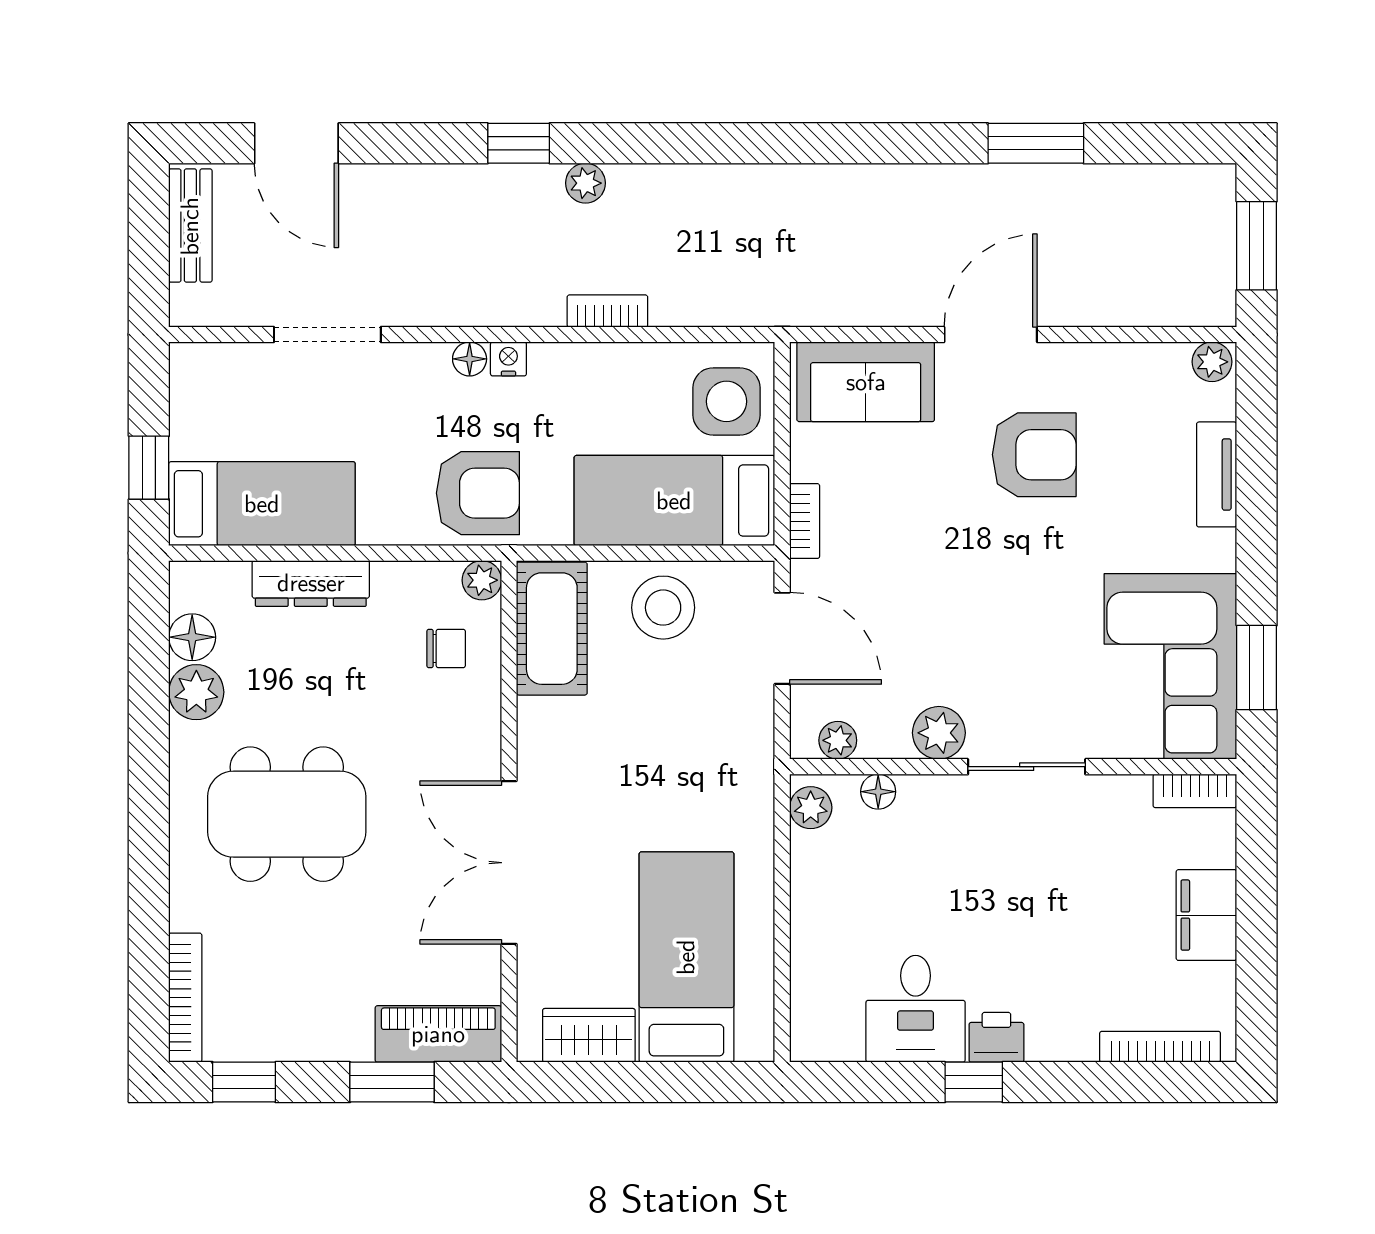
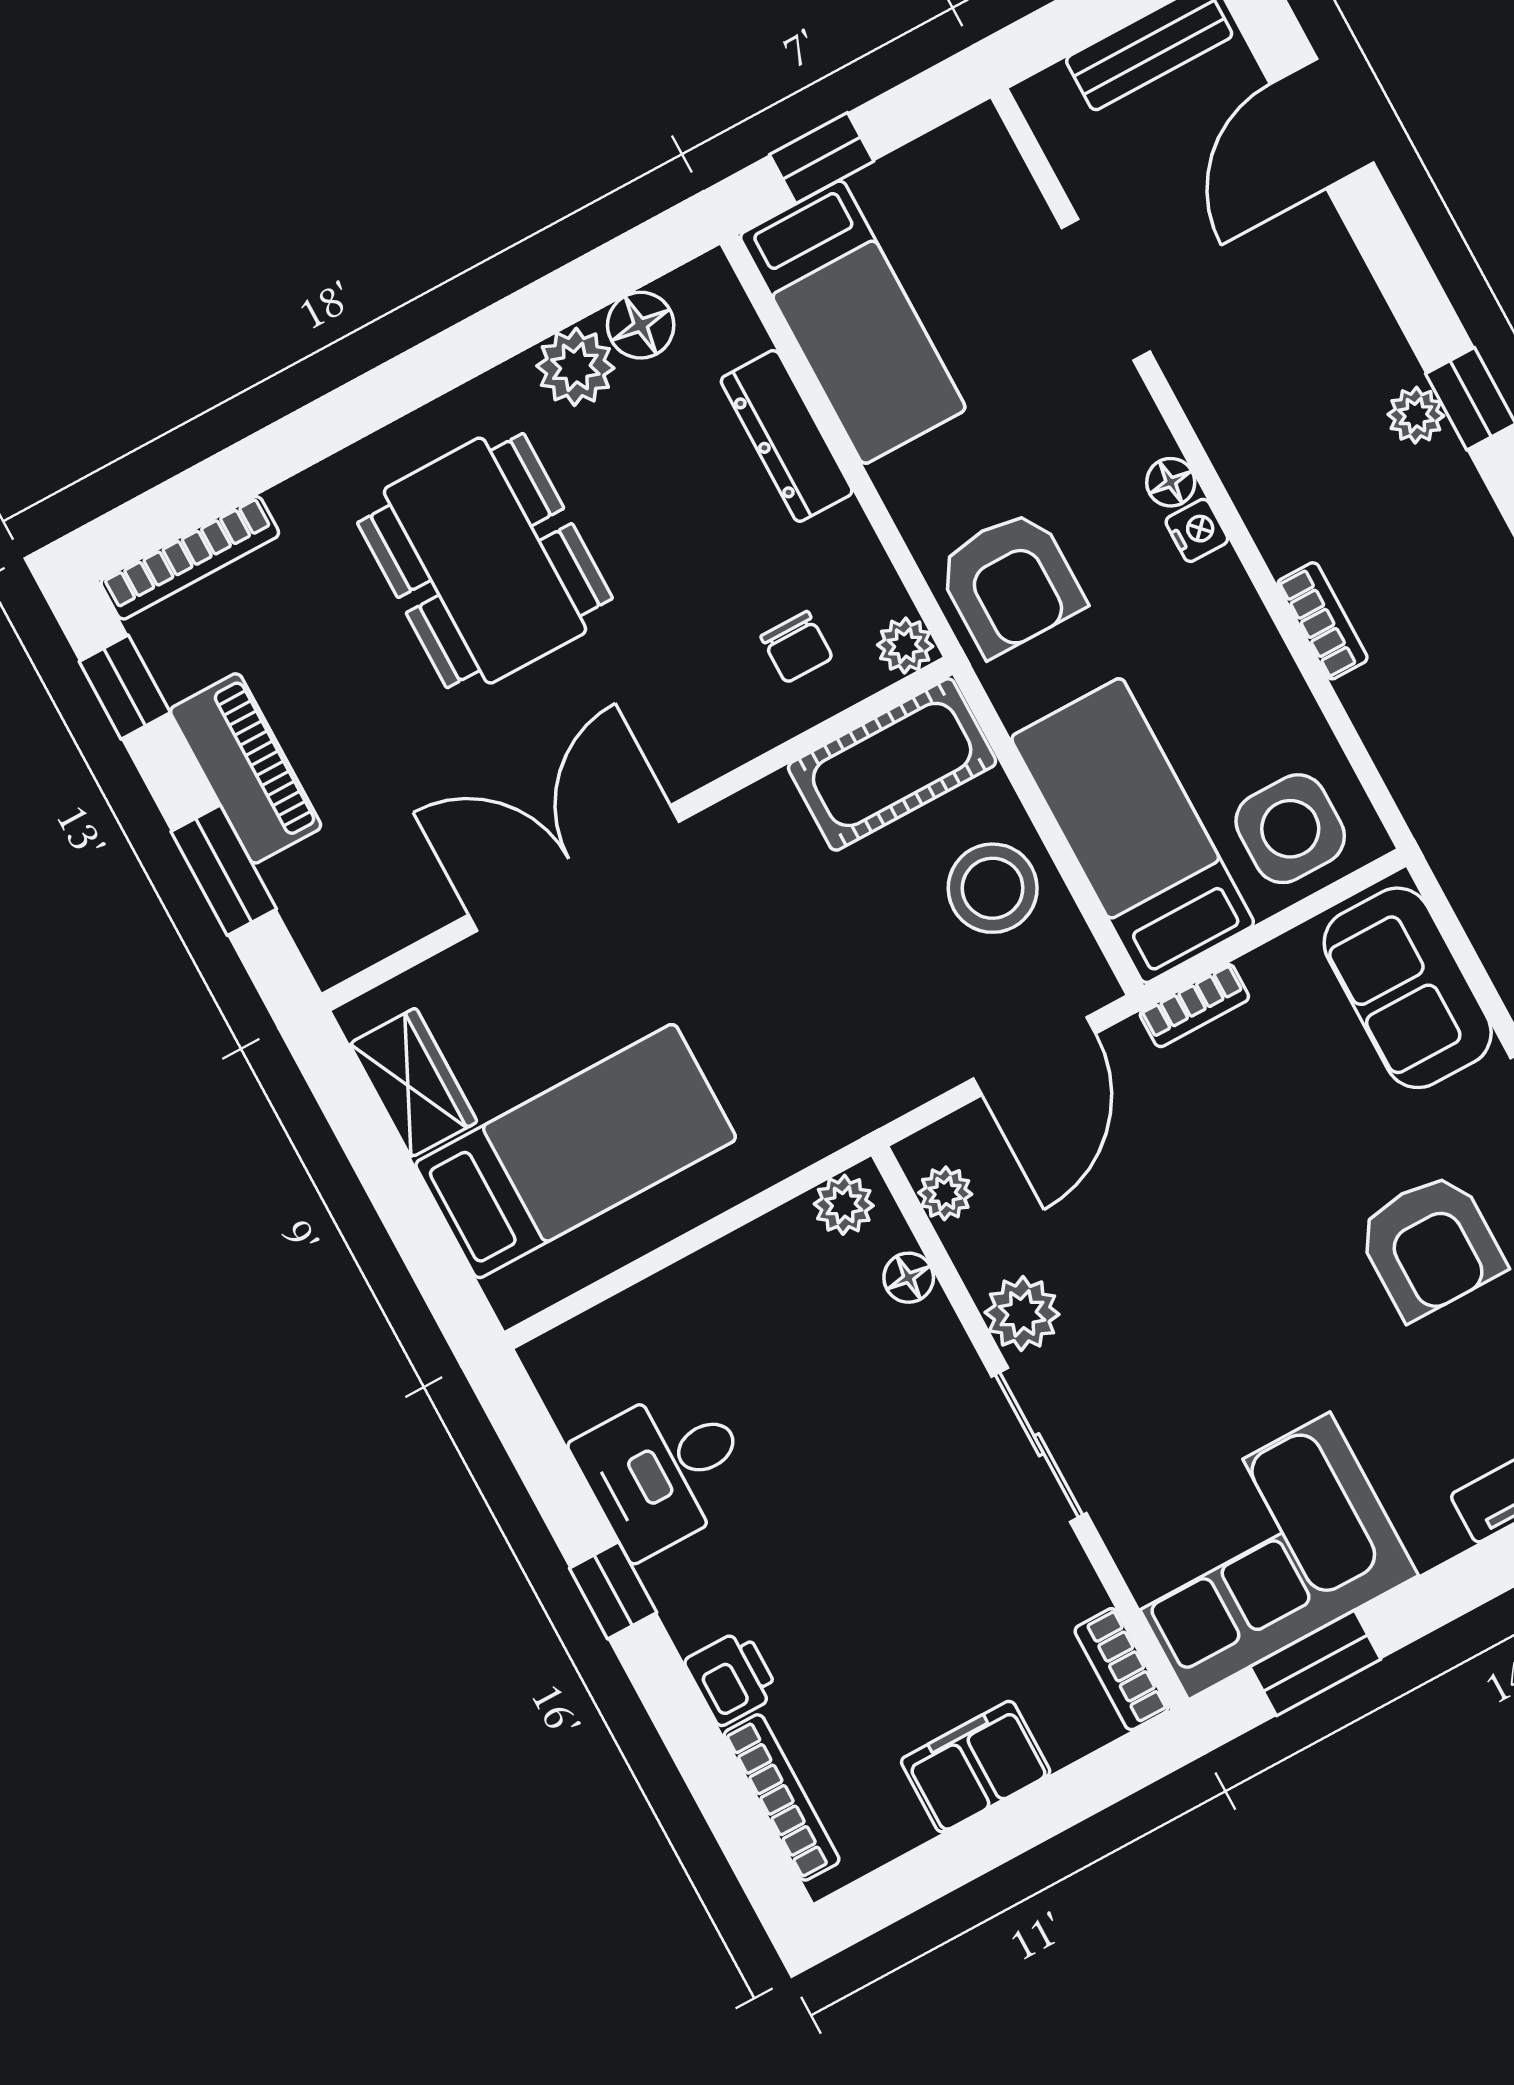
plant: (585, 183) -> (1416, 415), moved
piano: (438, 1034) -> (246, 768), moved
printer: (996, 1037) -> (732, 1677), moved

